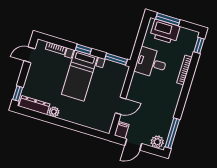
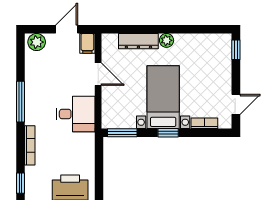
desk: (151, 63) -> (76, 114), moved
dresser: (34, 105) -> (138, 41), moved
door: (121, 106) -> (98, 74), swing flipped
plant: (54, 112) -> (167, 40), moved
window: (172, 133) -> (21, 102), moved

